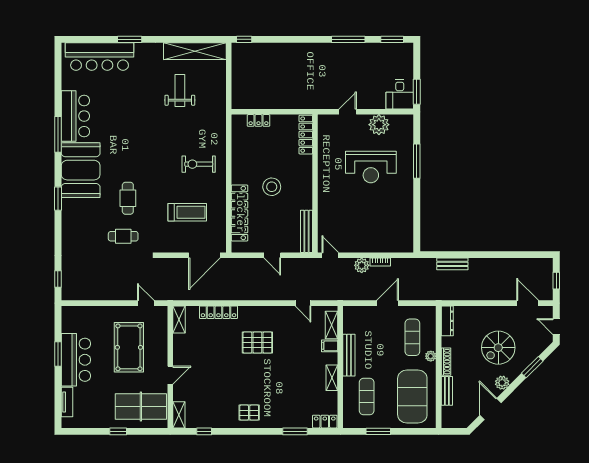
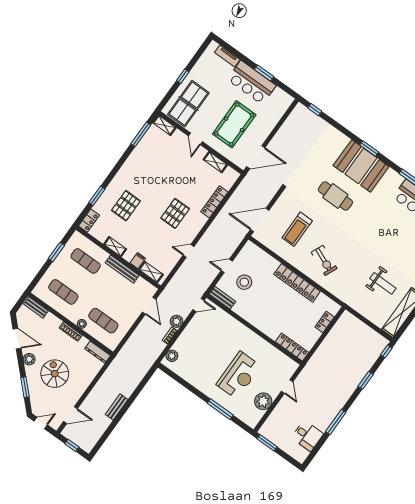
window: (392, 39) -> (366, 380), moved
desk: (400, 94) -> (307, 436), moved, turned 180
exercise bike: (199, 164) -> (324, 260), turned 113
reception desk: (371, 167) -> (239, 375), turned 180
booth: (81, 170) -> (361, 166), moved
stool: (272, 187) -> (244, 282), moved
cafe table: (128, 198) -> (335, 196), width x1.37, depth x1.35
locker: (240, 213) -> (297, 283), moved
bench: (306, 231) -> (222, 298), width x0.73
cafe table: (123, 236) -> (312, 174), removed
plant: (399, 246) -> (172, 356), added
door: (204, 255) -> (260, 220), hinge flipped
bench: (452, 264) -> (117, 407), moved
door: (146, 303) -> (256, 157), width x1.88
door: (303, 303) -> (188, 251), moved
door: (388, 303) -> (149, 306), moved
shelving: (179, 319) -> (215, 162), moved
pool table: (129, 347) -> (234, 124), turned 90
bench: (447, 391) -> (36, 308), moved
exercise mat: (412, 397) -> (63, 292), width x0.50, depth x0.69
pallet: (249, 413) -> (126, 206), moved, width x1.50, depth x1.42
window: (204, 431) -> (141, 134), width x2.17

